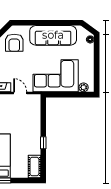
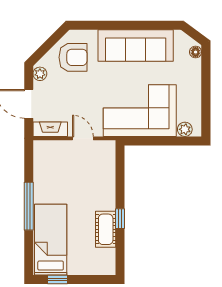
armchair: (14, 43) -> (73, 57), turned -90
cot: (34, 166) -> (106, 229), moved

